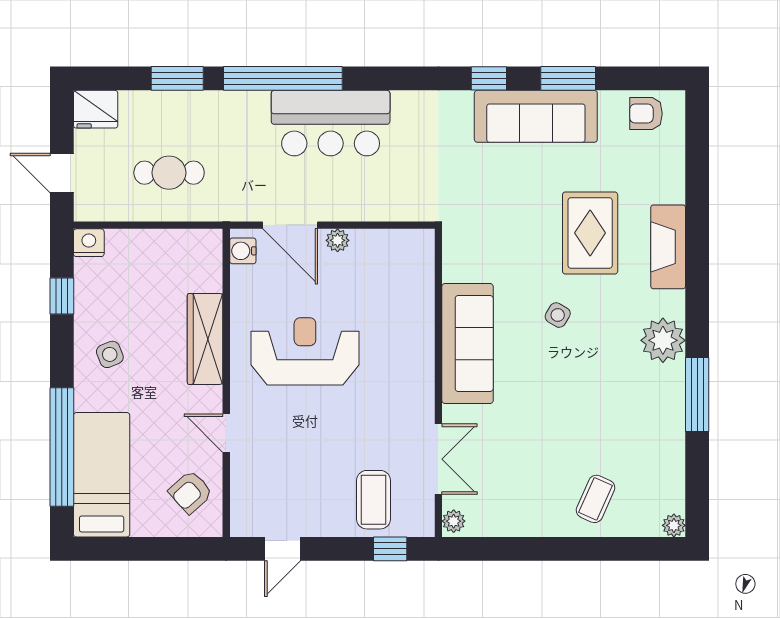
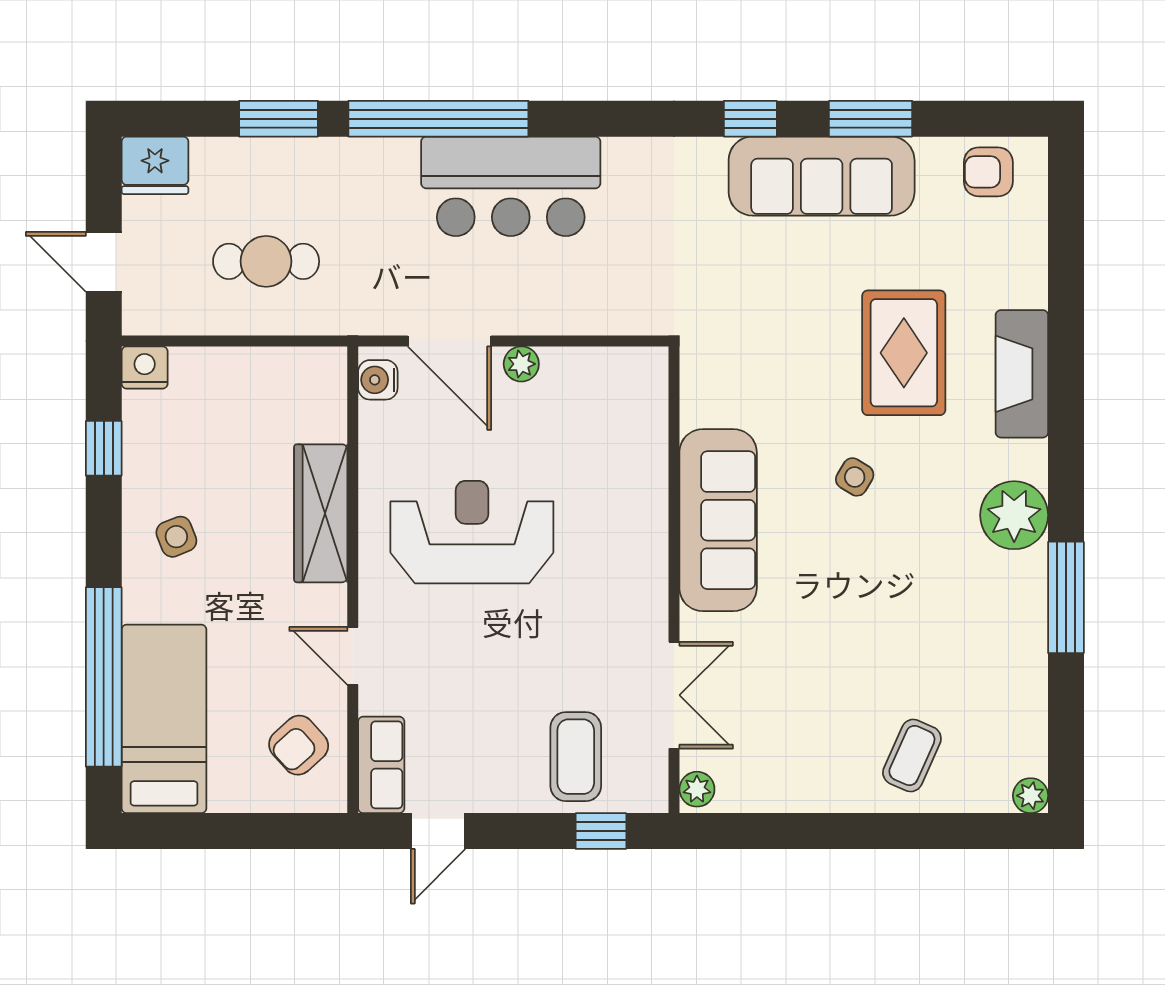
row of seats: (245, 505) -> (381, 765), added

